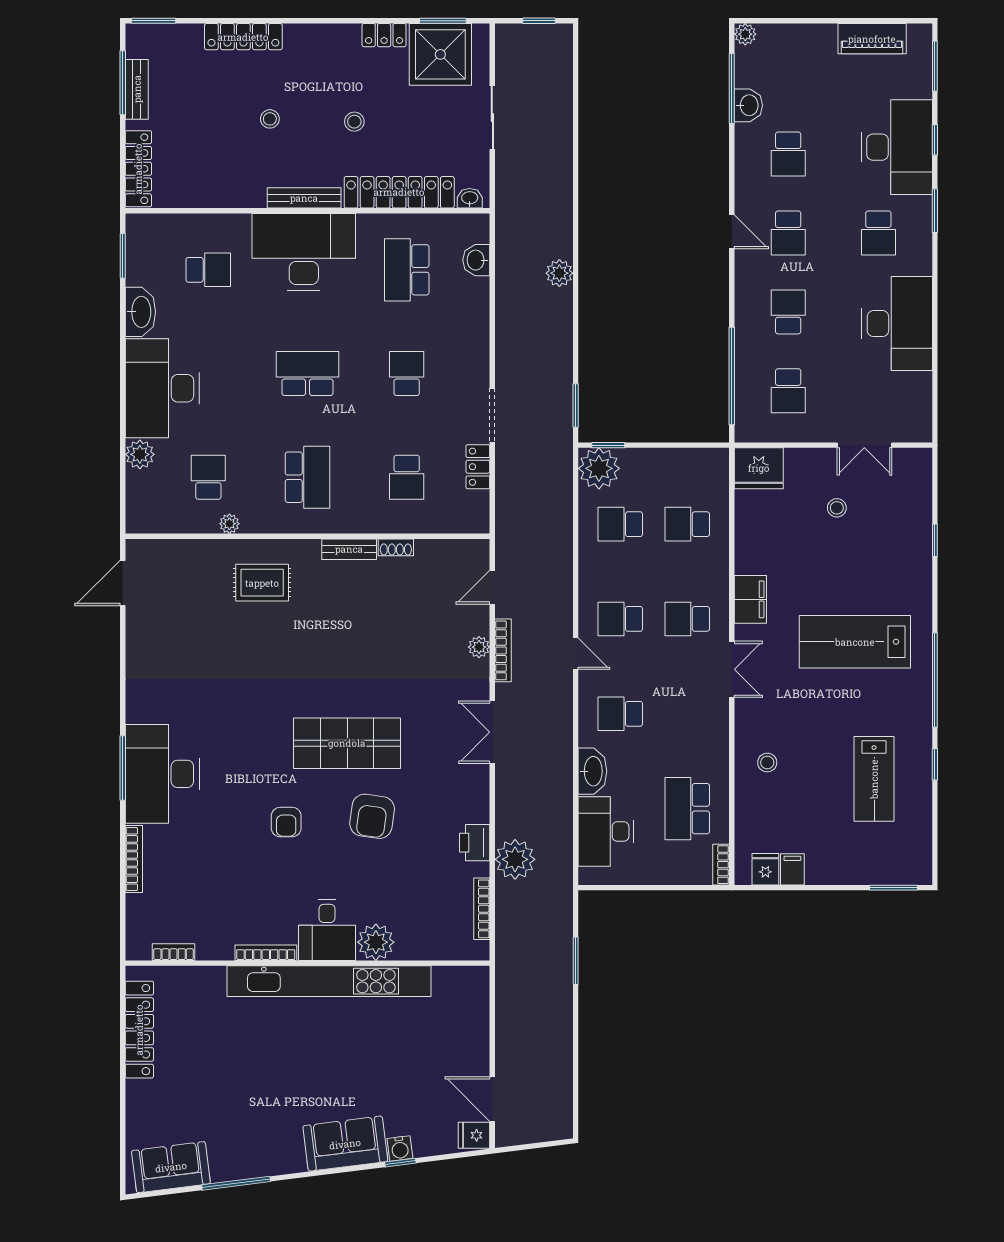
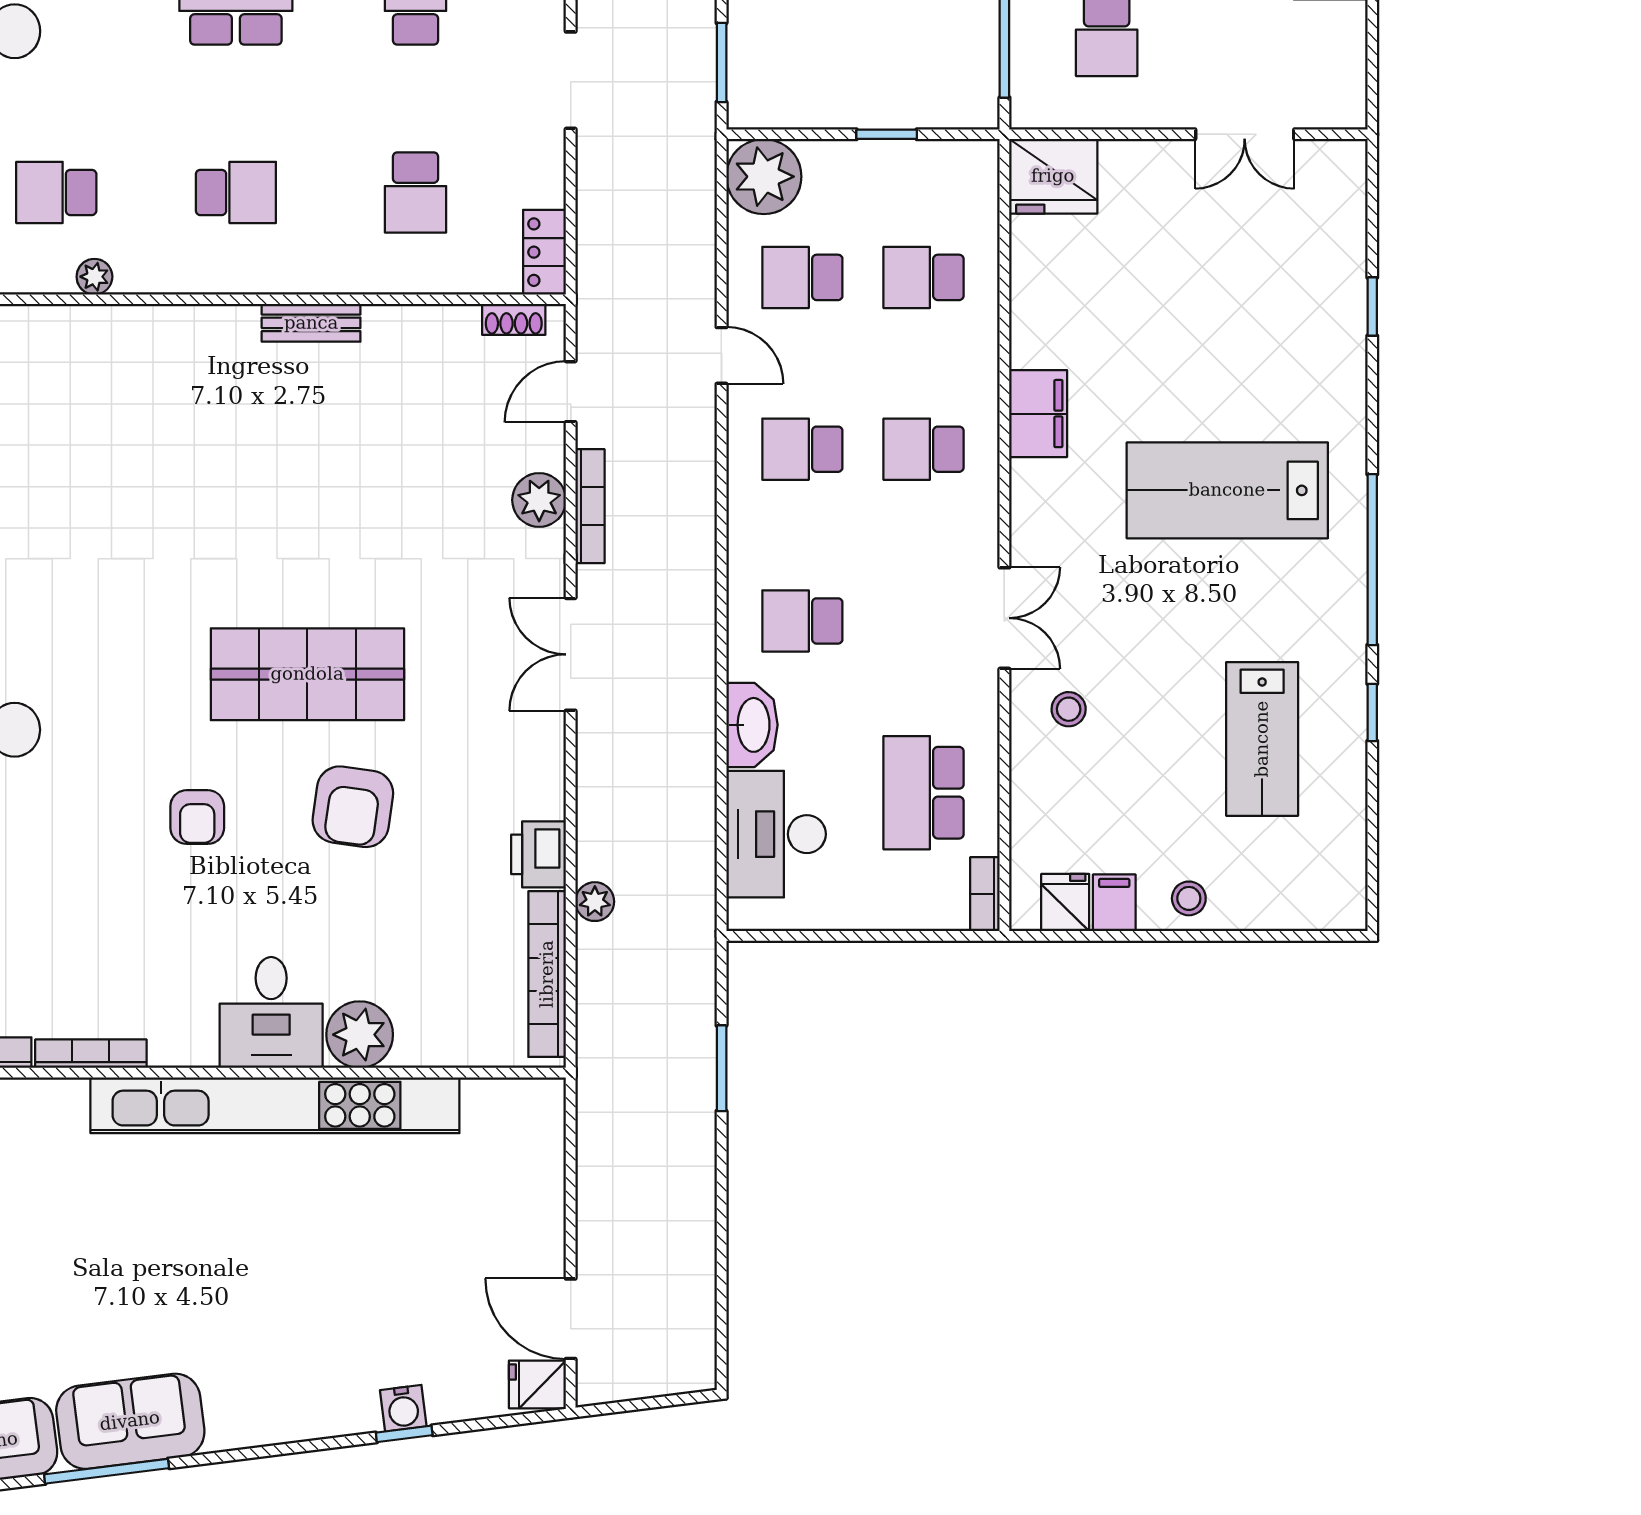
window: (608, 445) -> (887, 134), moved
locker: (478, 467) -> (545, 252), moved
school desk: (208, 477) -> (56, 192), turned -90
school desk: (307, 477) -> (236, 192), width x0.54
stool: (837, 508) -> (1189, 898), moved
shoe rack: (396, 547) -> (514, 319), moved
rug: (262, 583) -> (154, 383), removed
plant: (479, 647) -> (539, 500), width x1.38, depth x1.38
door: (576, 654) -> (722, 355), moved
double door: (732, 669) -> (1004, 618), moved
plant: (515, 859) -> (595, 902), width x0.53, depth x0.53
window: (893, 888) -> (1297, 936), removed
bookcase: (482, 909) -> (547, 974), width x1.48, depth x1.31
bookcase: (266, 953) -> (91, 1054), moved
sofa: (345, 1144) -> (130, 1421), moved

